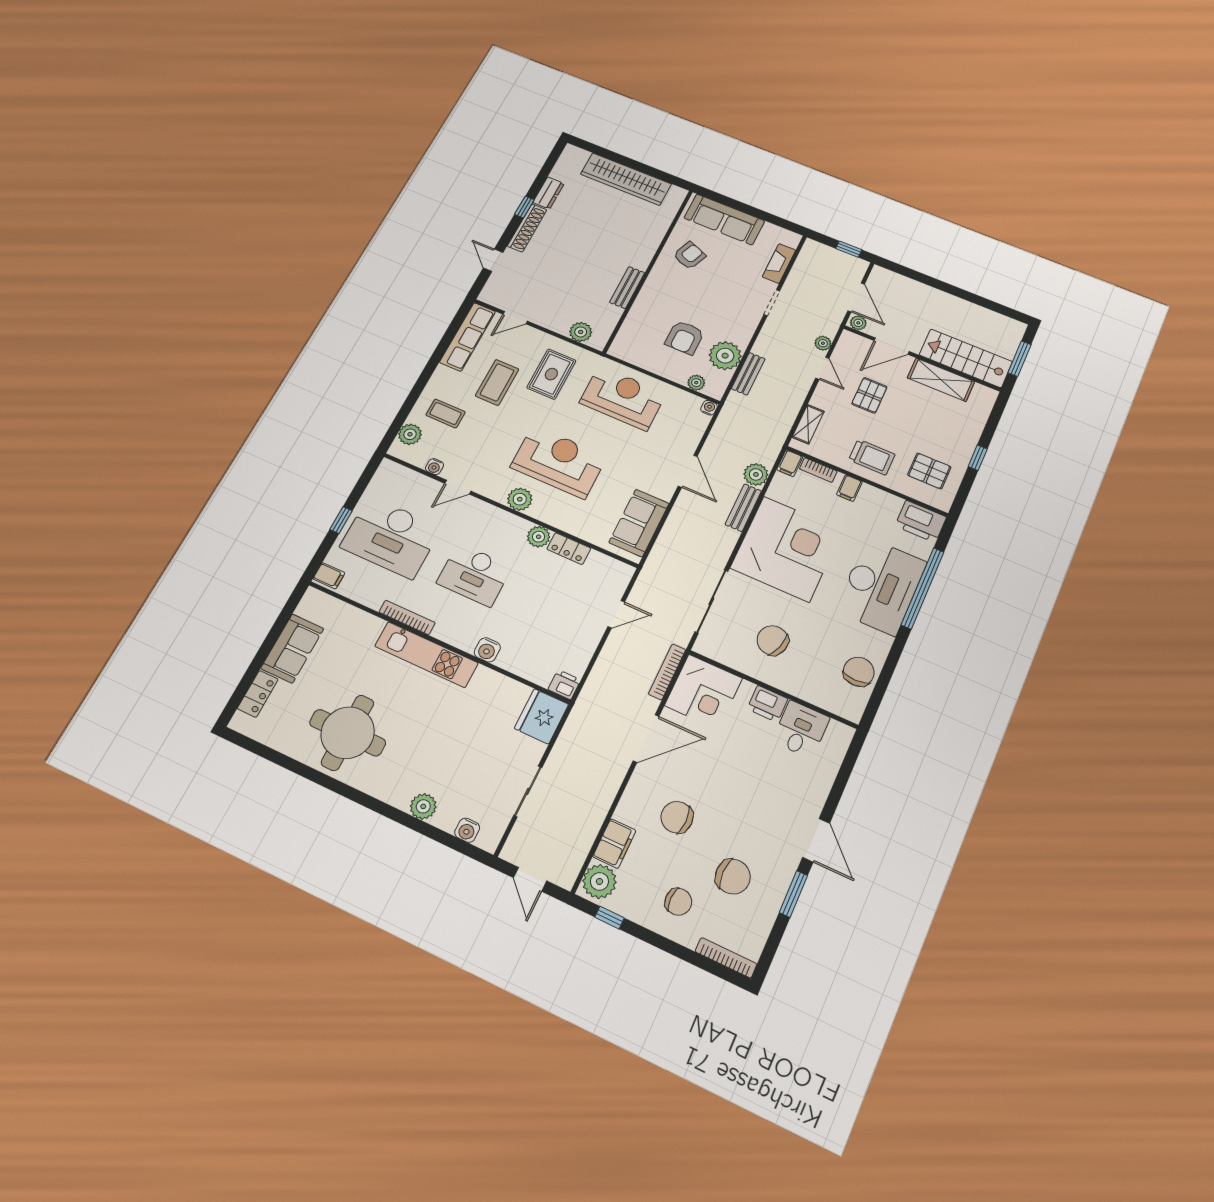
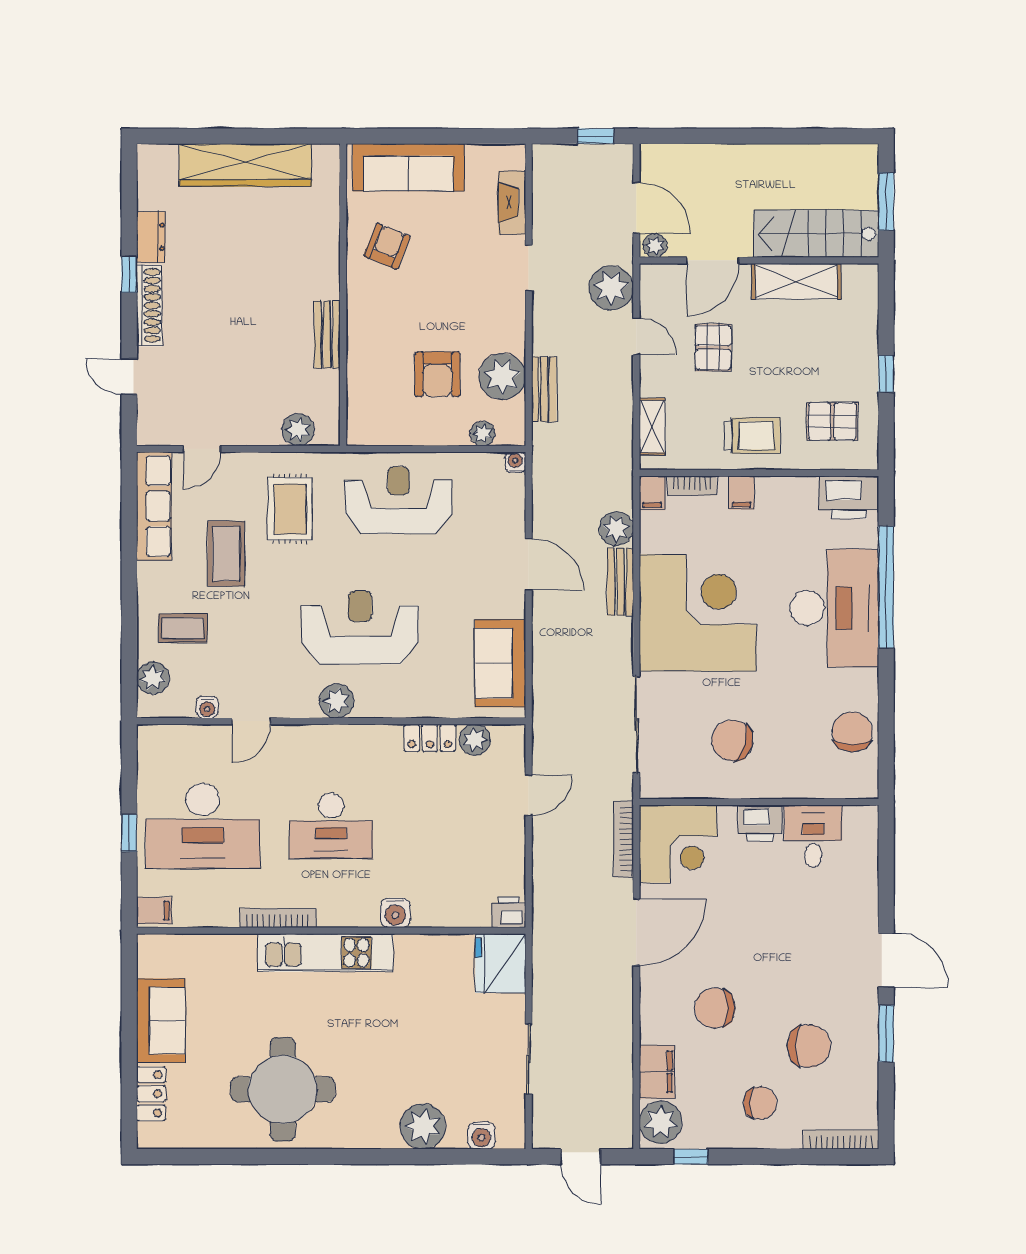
plant: (823, 343) -> (611, 288), width x1.88, depth x1.88
plant: (539, 537) -> (475, 740), moved
plant: (423, 806) -> (423, 1126), width x1.36, depth x1.36

